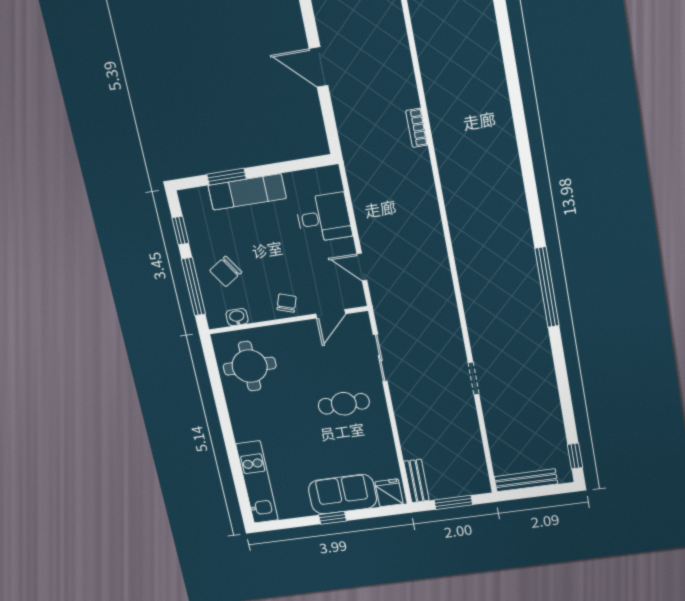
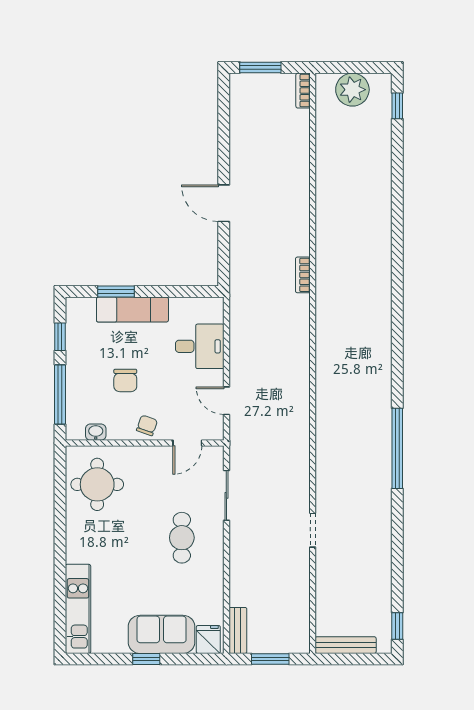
chair: (226, 271) -> (125, 380), moved, turned -57
cafe table: (344, 404) -> (182, 538), turned 90

